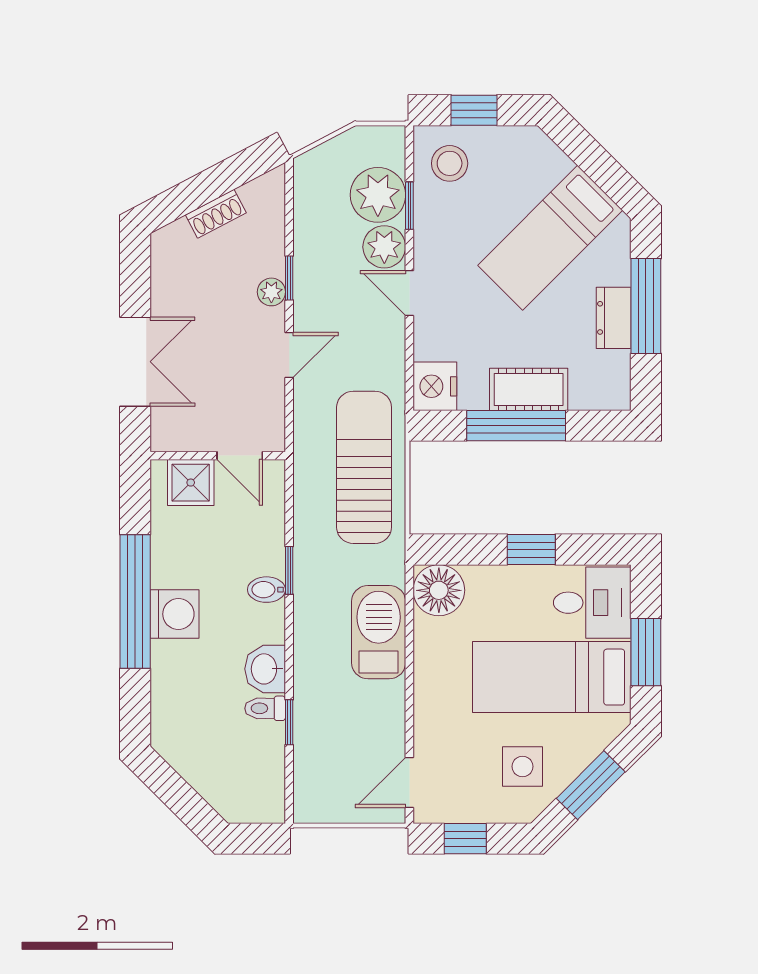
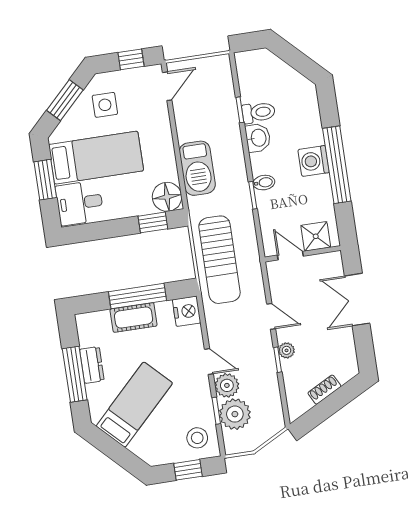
door: (289, 355) -> (271, 316), swing flipped
window: (531, 550) -> (153, 222), moved
toilet: (265, 708) -> (259, 112), width x1.37, depth x1.39

